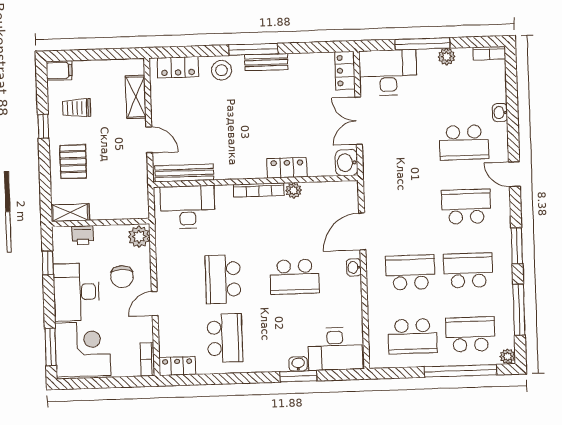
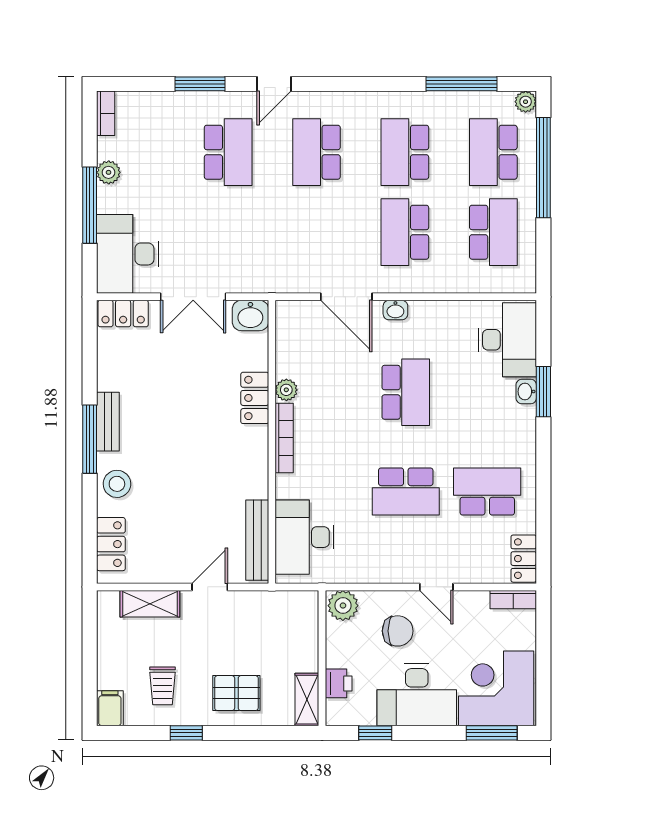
washbasin: (500, 113) -> (188, 101), removed
window: (517, 246) -> (200, 84), moved

